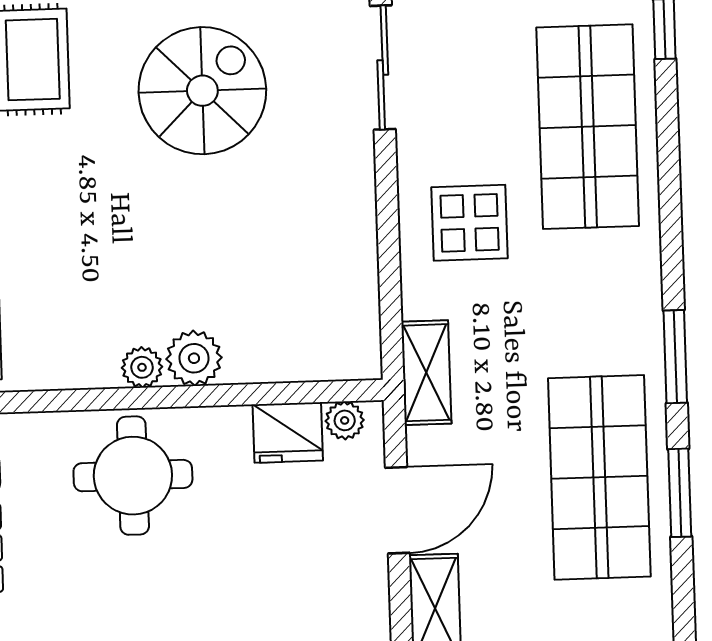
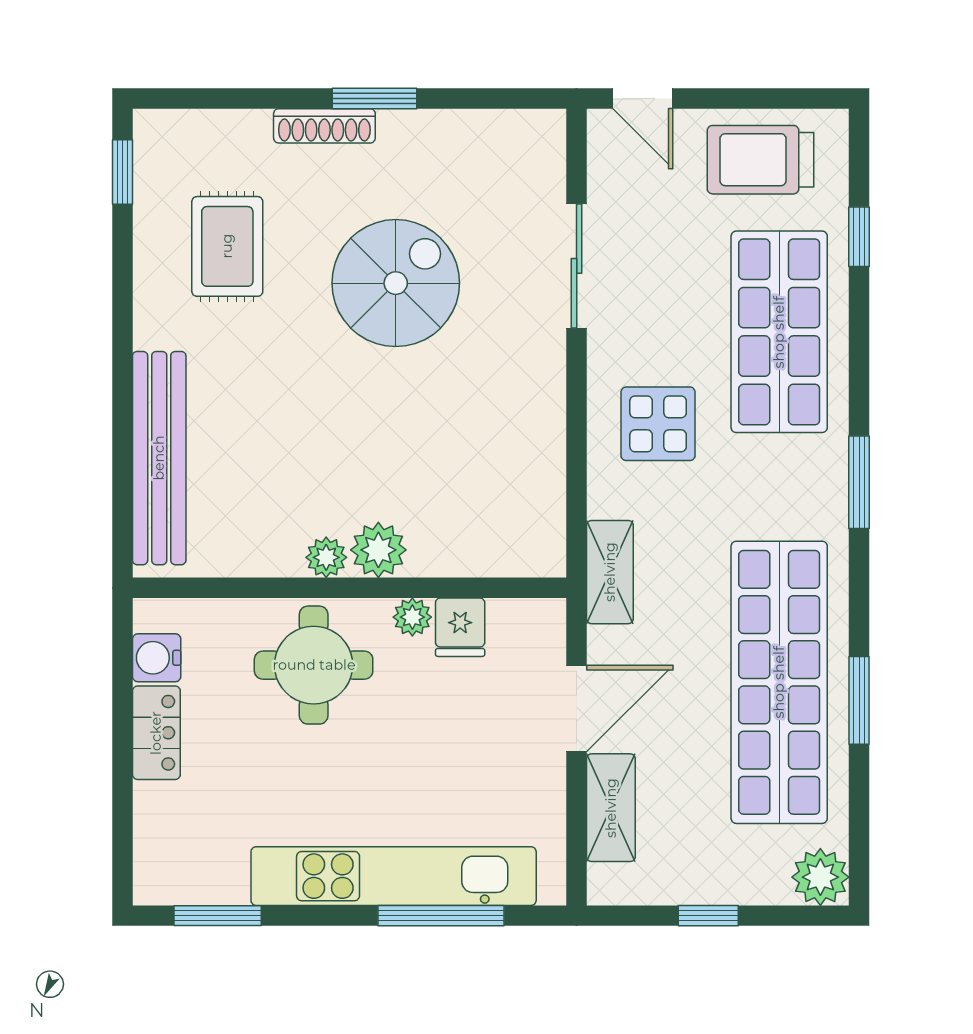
window: (675, 357) -> (859, 482), moved
plant: (345, 420) -> (412, 617), moved
fridge: (288, 432) -> (460, 627), width x0.72
shop shelf: (599, 477) -> (779, 682), width x1.40

